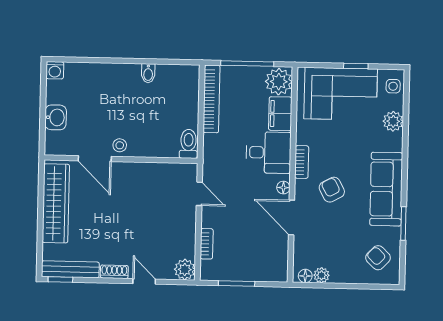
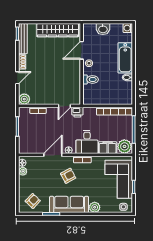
bathtub: (111, 76) -> (125, 58), added
plant: (393, 121) -> (95, 207), moved
toilet: (188, 144) -> (91, 79), moved
printer: (212, 169) -> (77, 112), added

